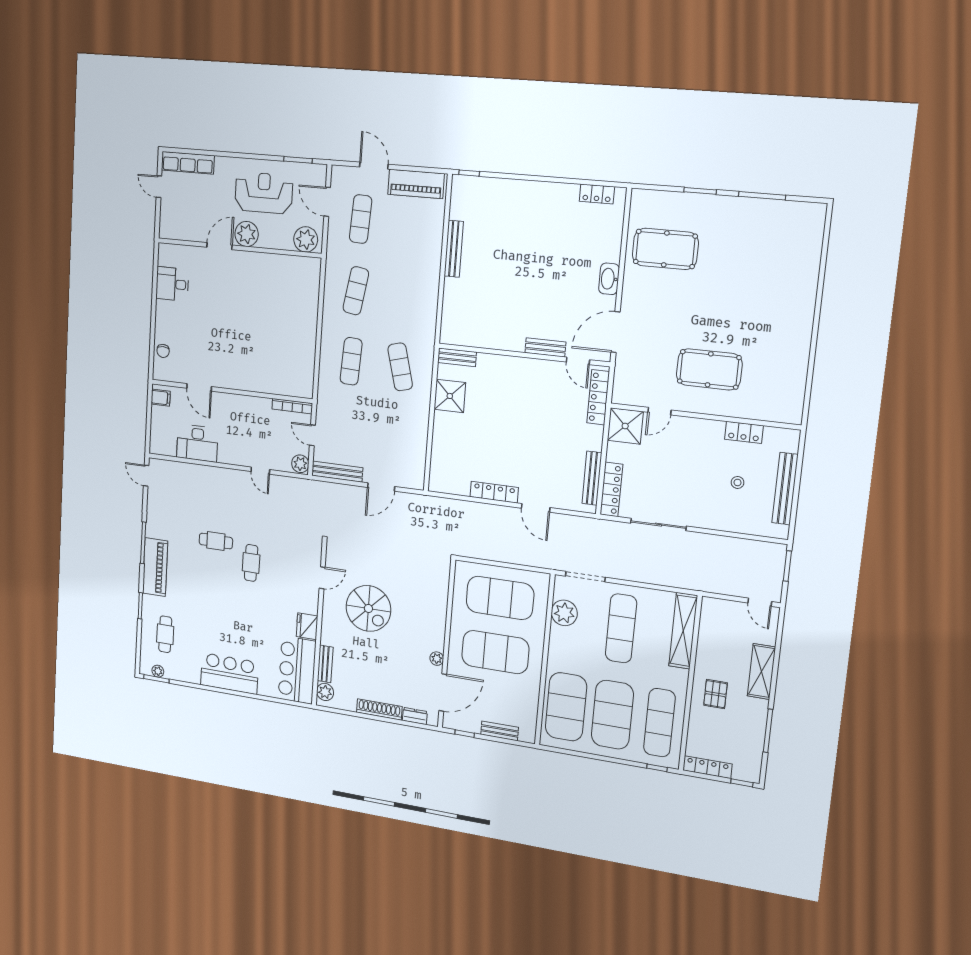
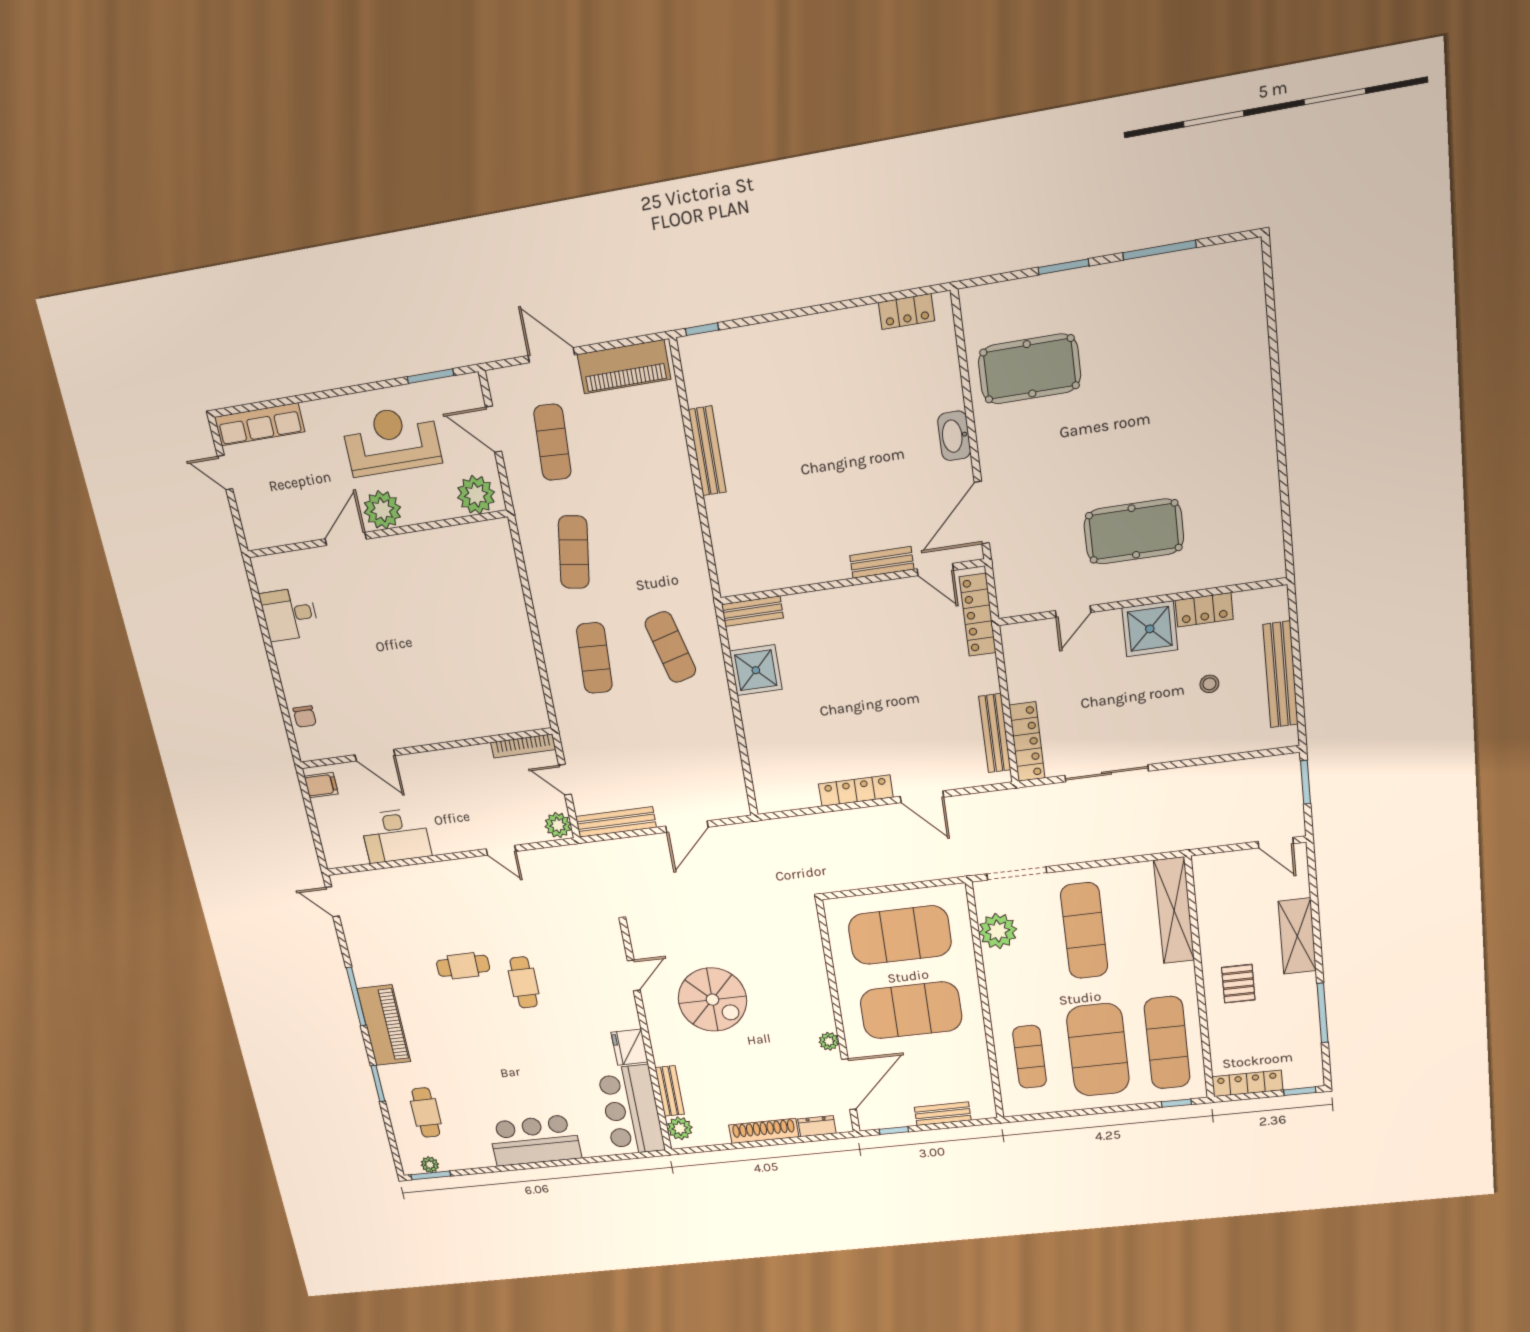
shower: (625, 426) -> (1150, 629), moved
exercise mat: (566, 707) -> (1030, 1057), width x0.50, depth x0.69

